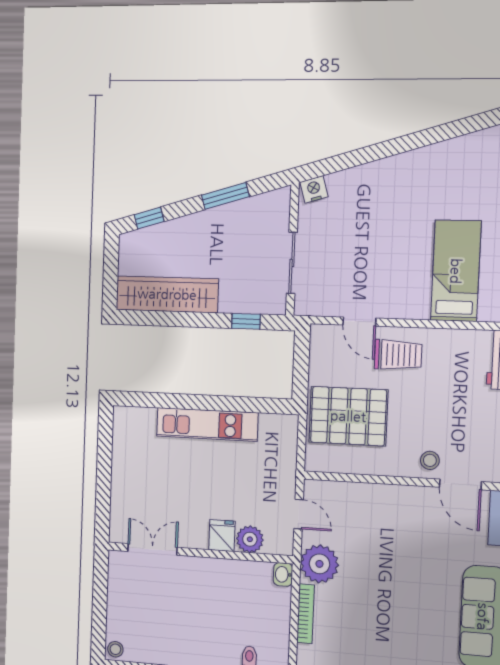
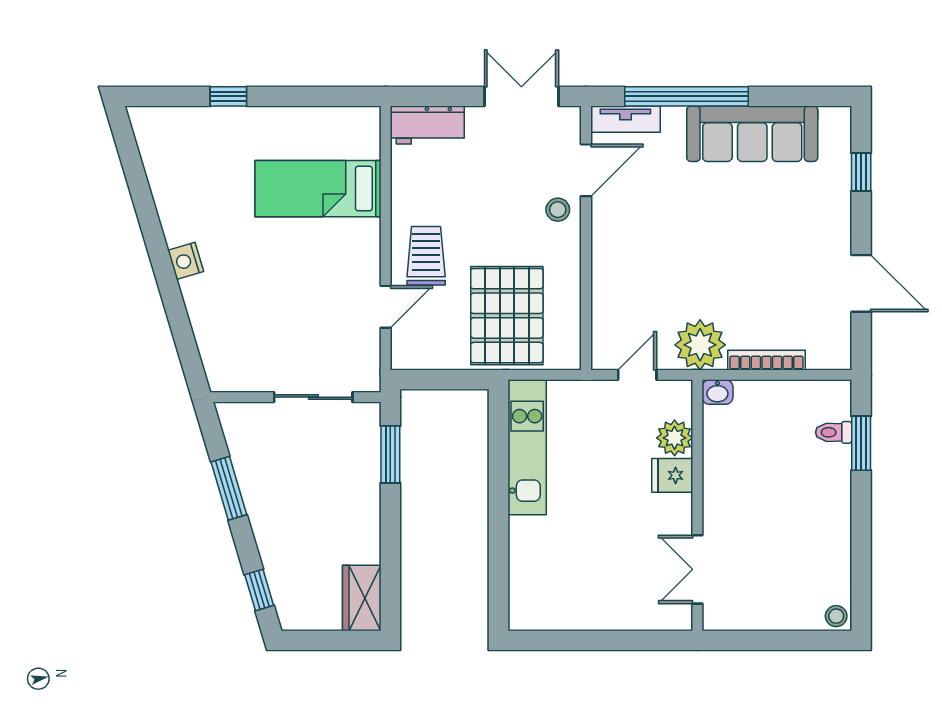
nightstand: (314, 189) -> (186, 261), moved
wardrobe: (167, 294) -> (362, 598), width x0.48, depth x0.85
window: (246, 321) -> (390, 454), width x1.50
kitchen unit: (207, 424) -> (527, 447), moved

